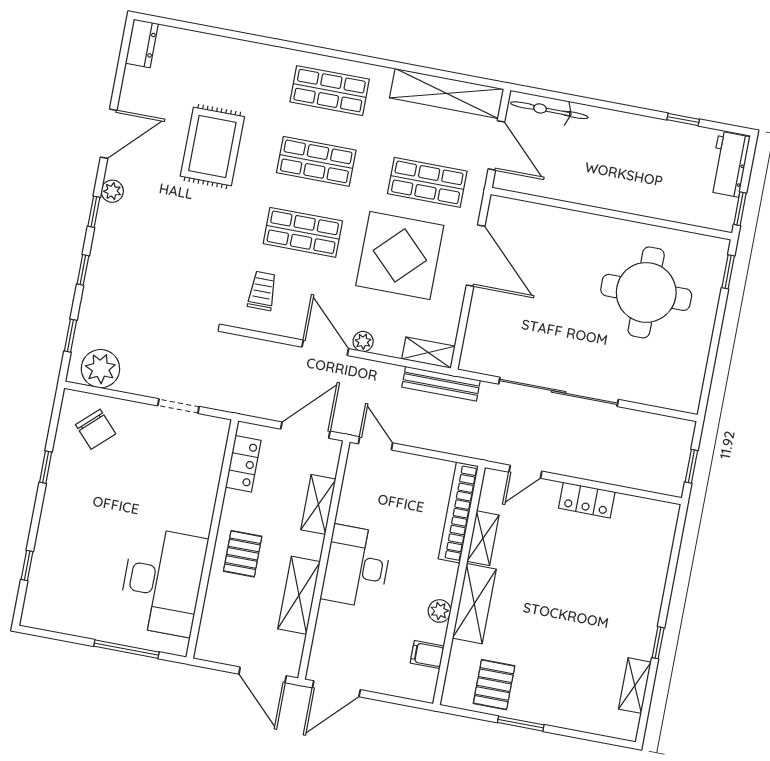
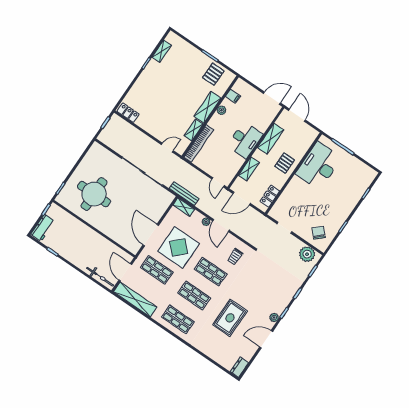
locker: (587, 500) -> (128, 113), moved

